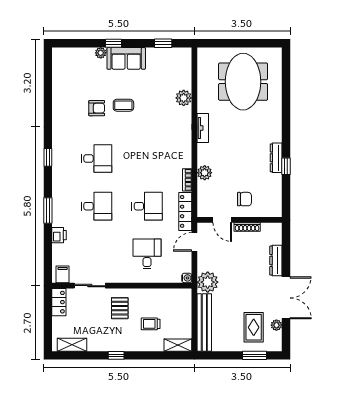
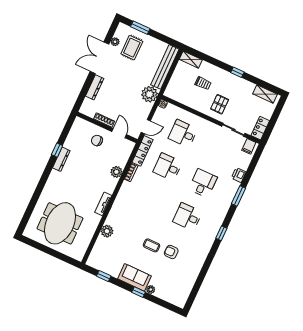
desk: (97, 206) -> (203, 183), turned 90
desk: (147, 254) -> (183, 134), turned 90

